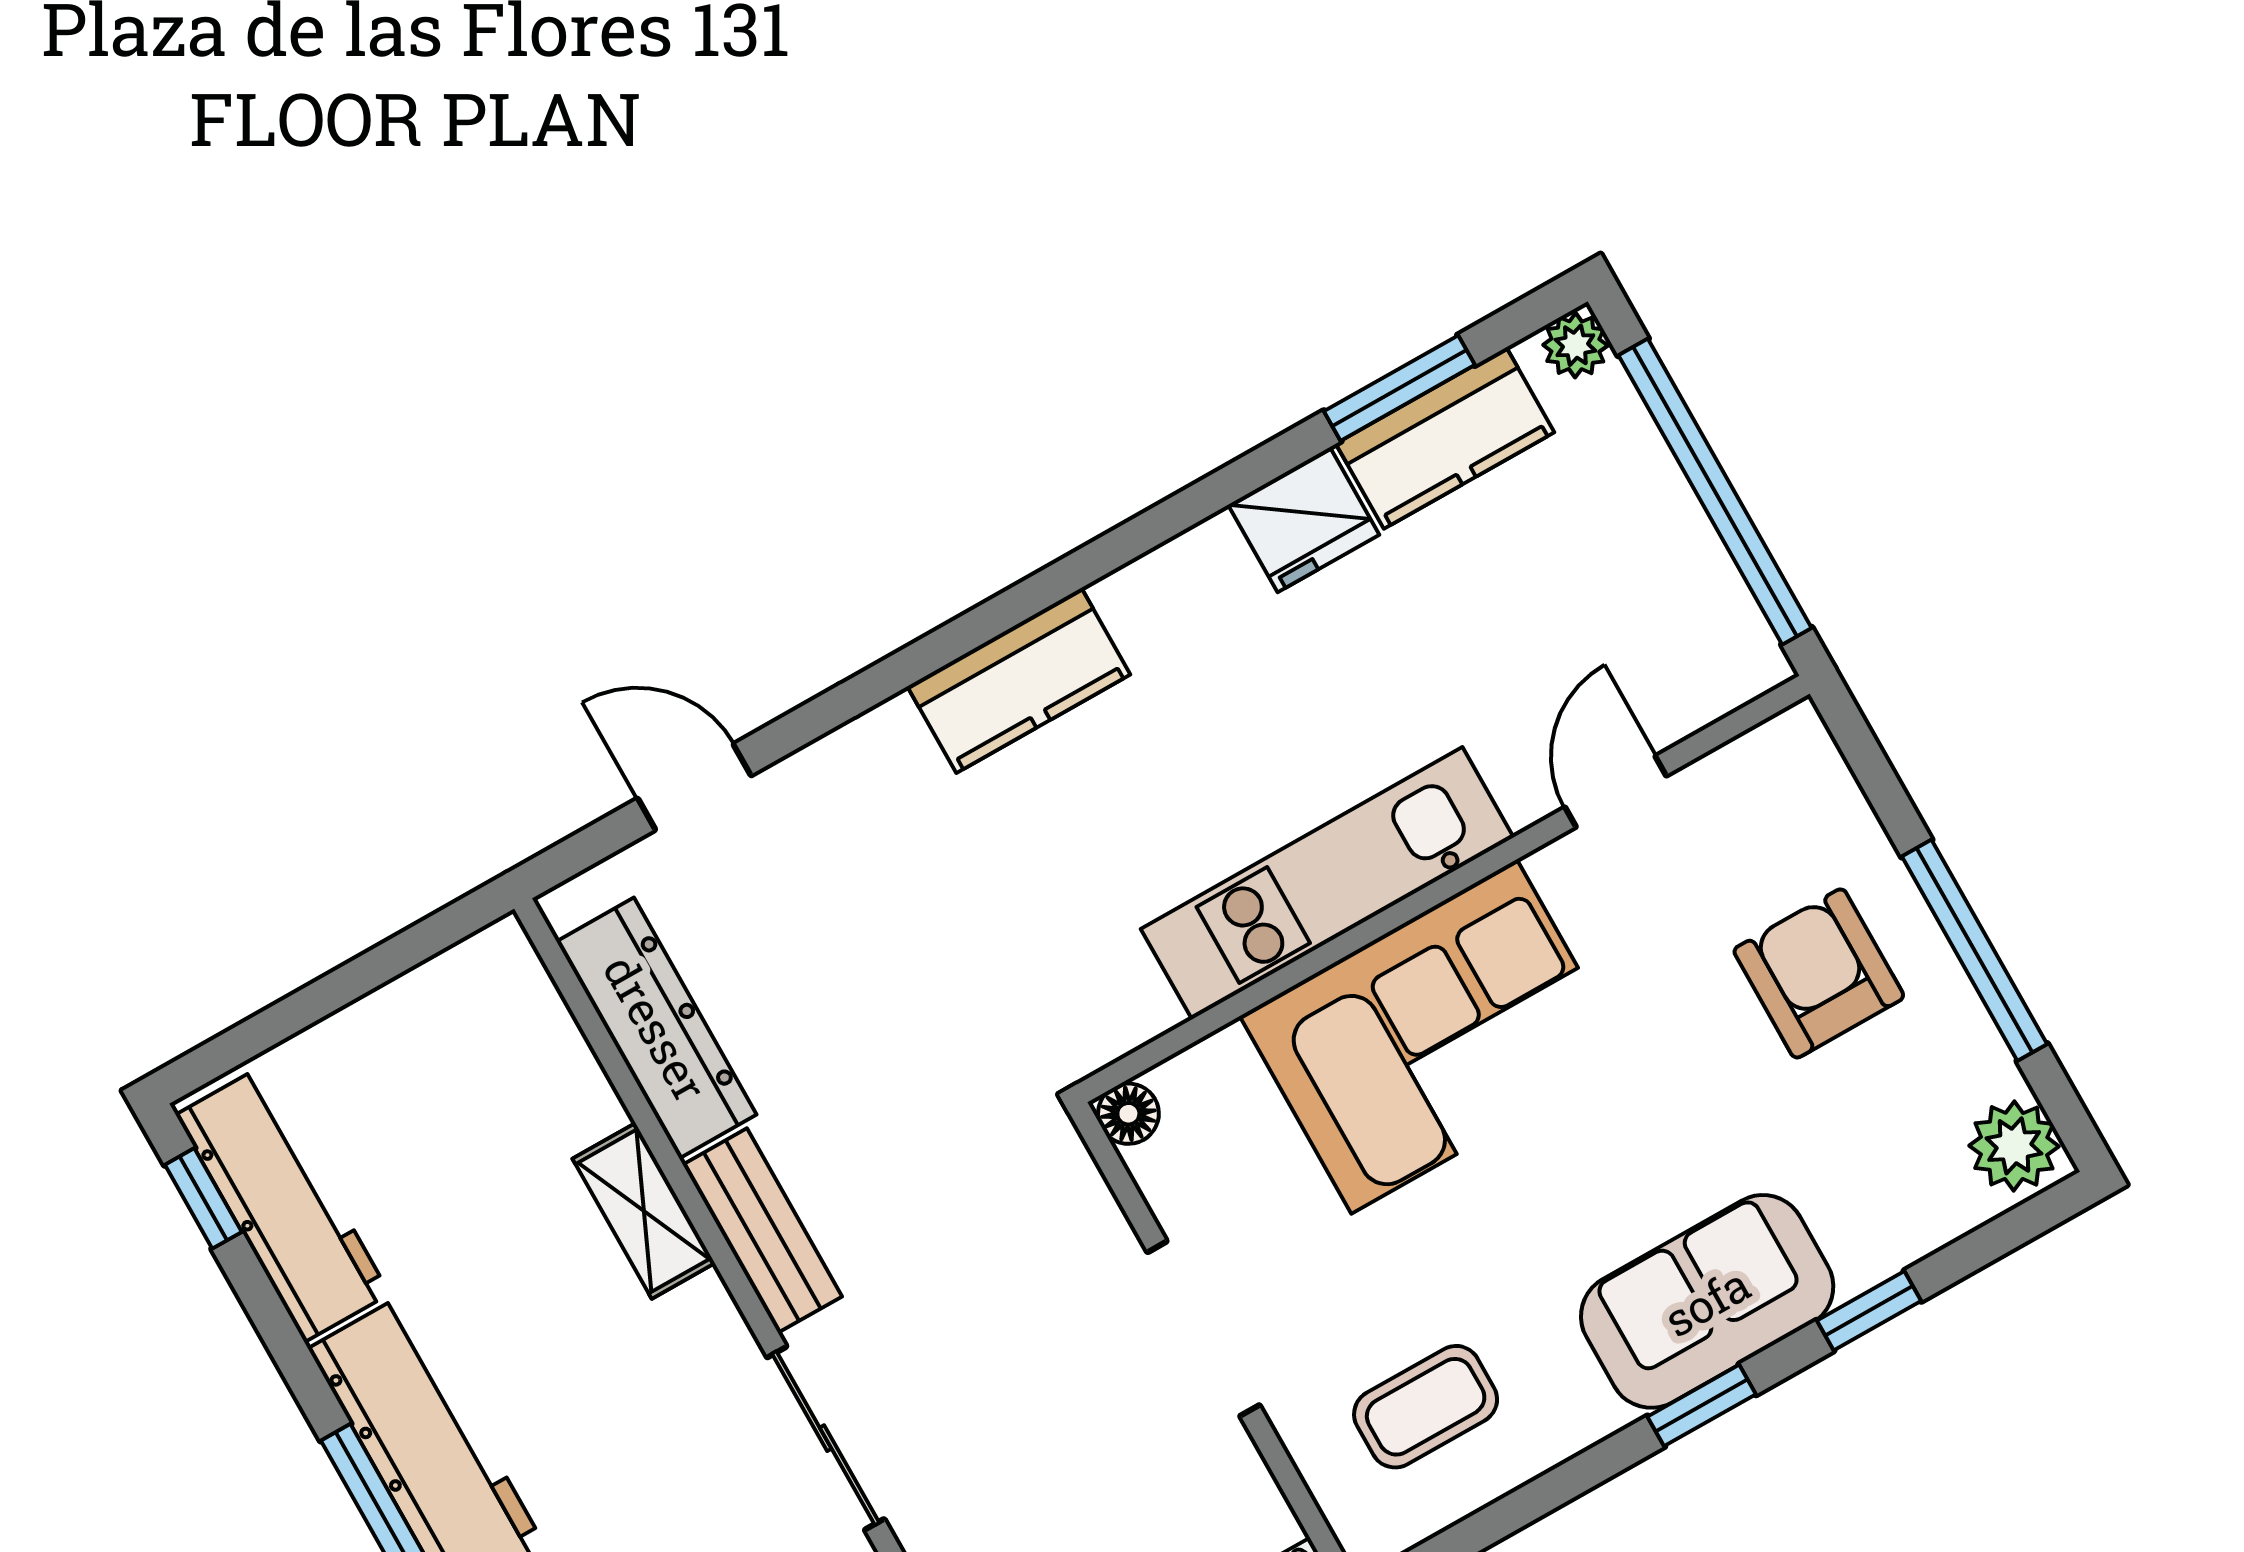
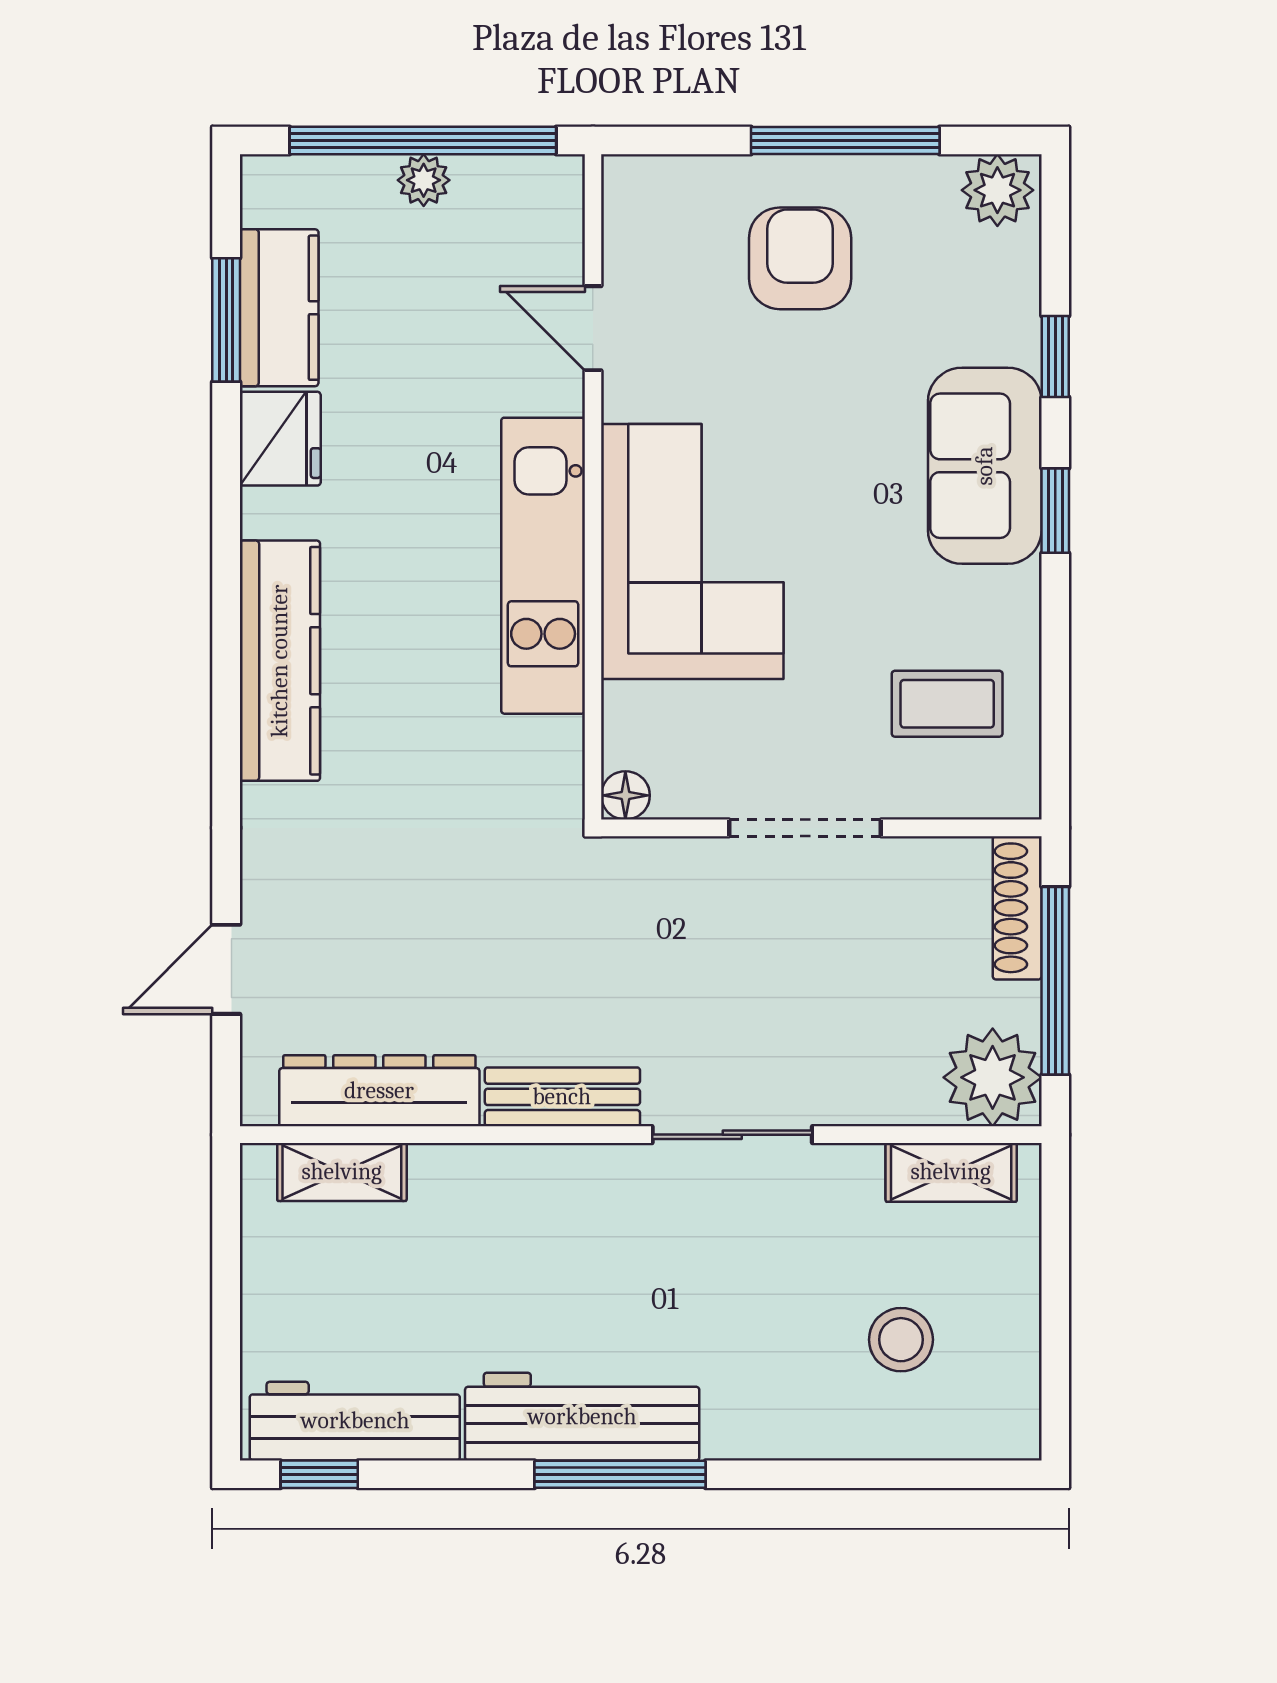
plant: (1575, 345) -> (424, 180), moved
kitchen counter: (1019, 680) -> (280, 661), width x1.50
armchair: (1819, 973) -> (800, 258), turned 90
shelving: (644, 1211) -> (342, 1172), moved
coffee table: (1426, 1407) -> (947, 704), turned 90

